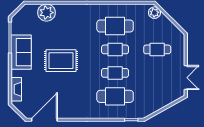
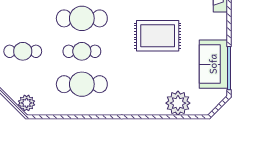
sofa: (21, 52) -> (213, 64), moved
cafe table: (115, 73) -> (82, 18), width x1.37, depth x1.35

